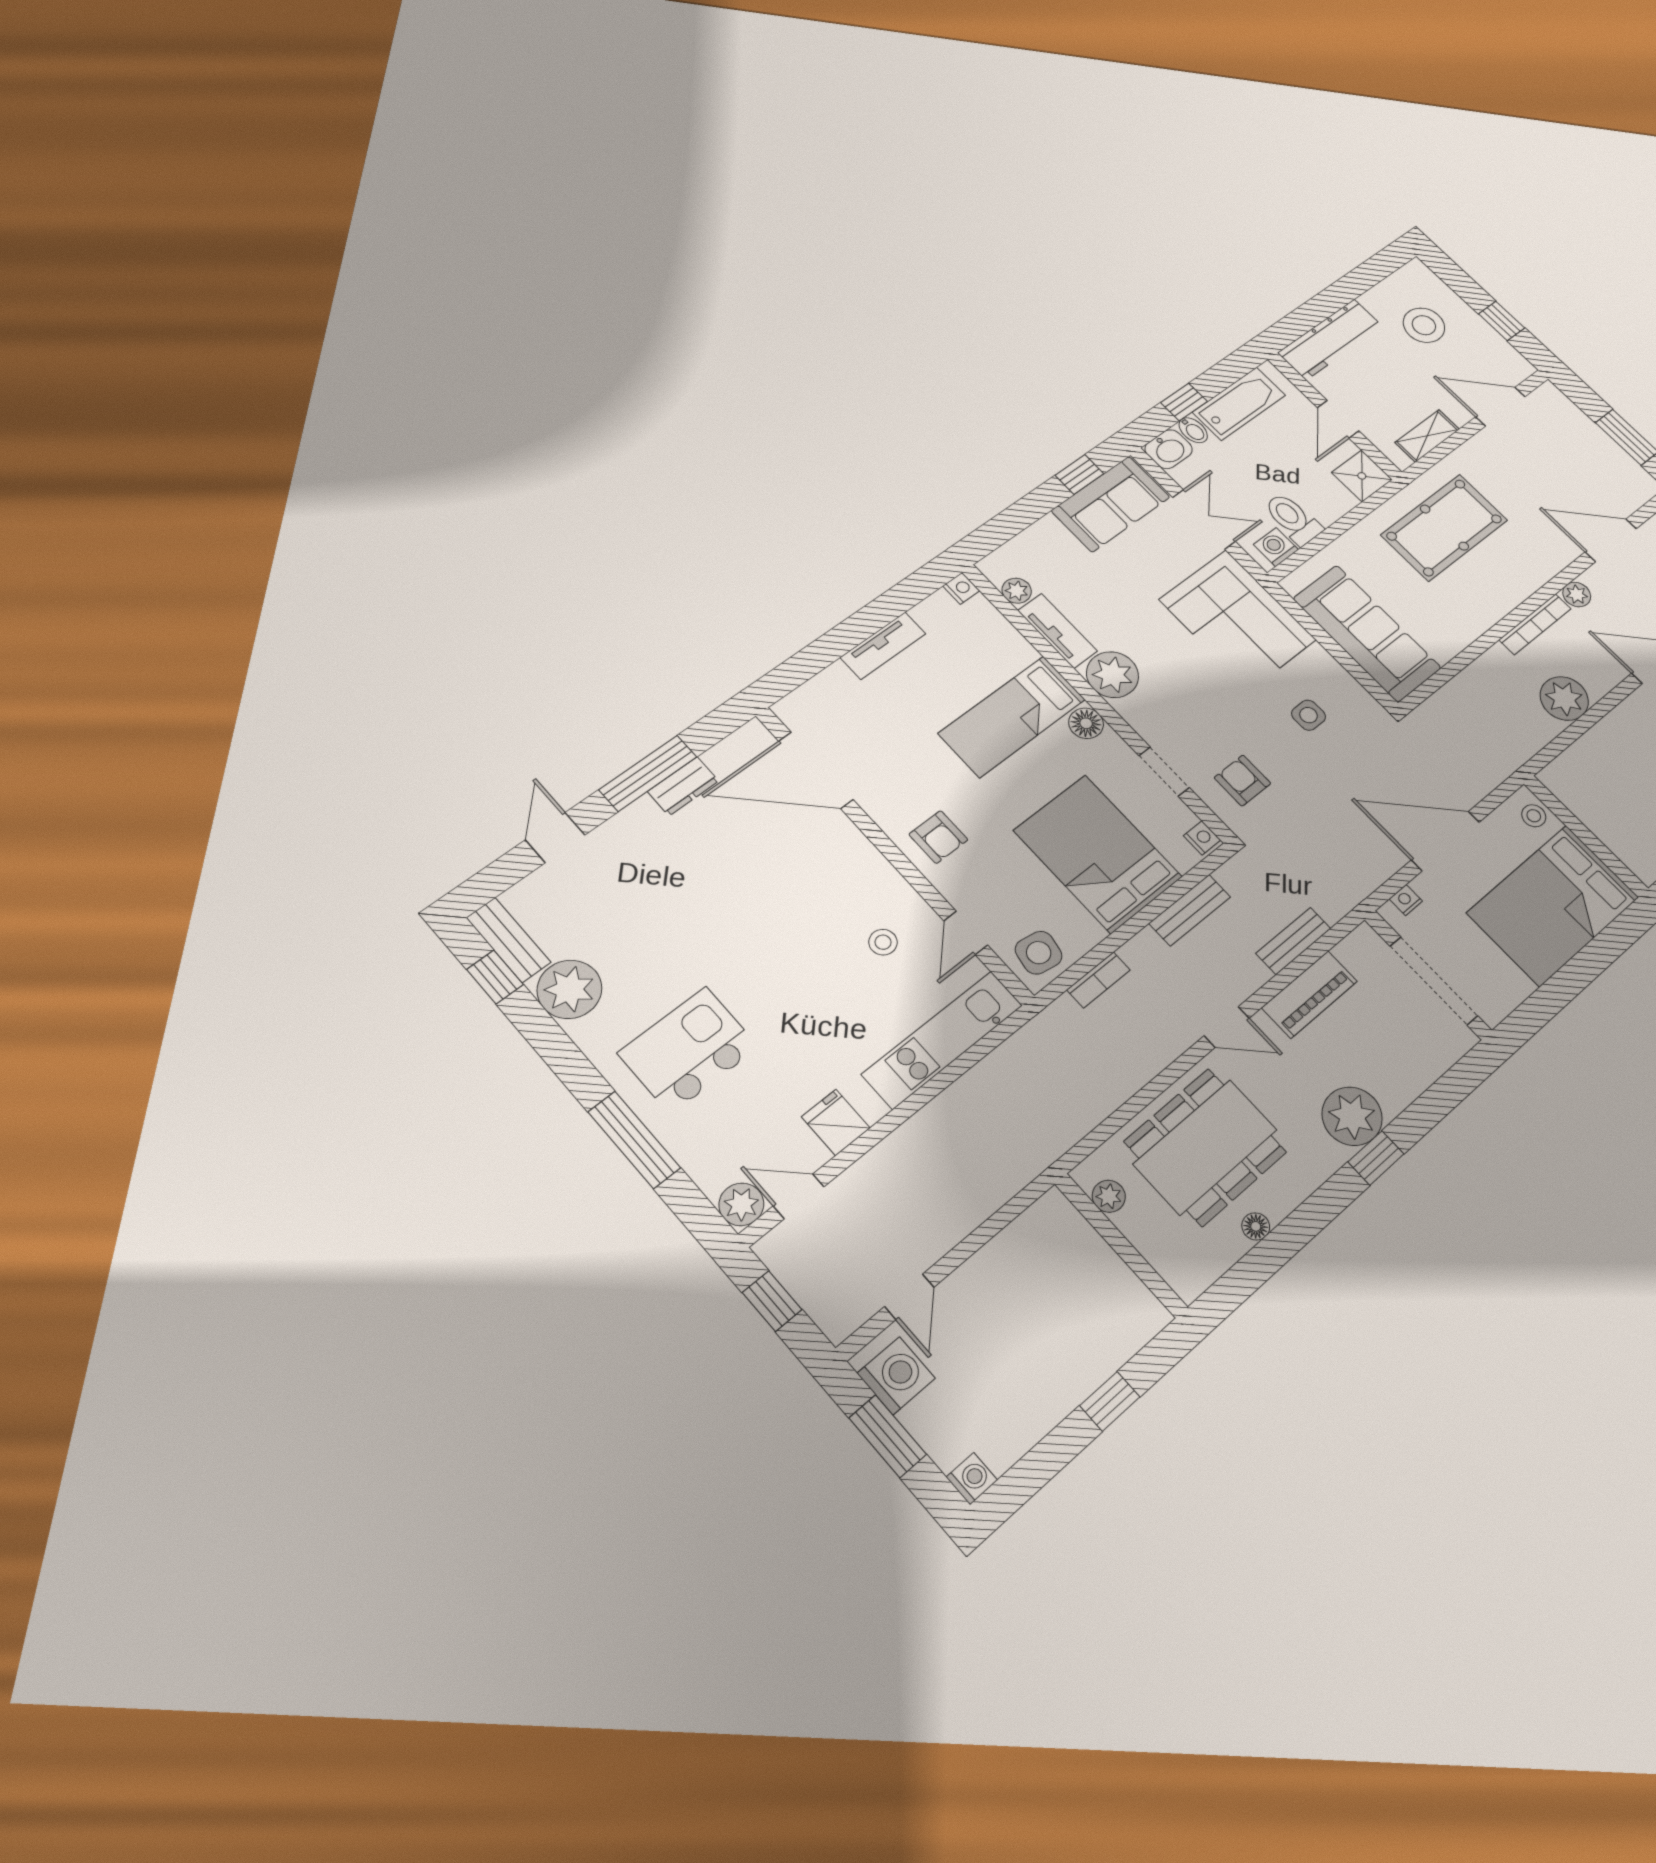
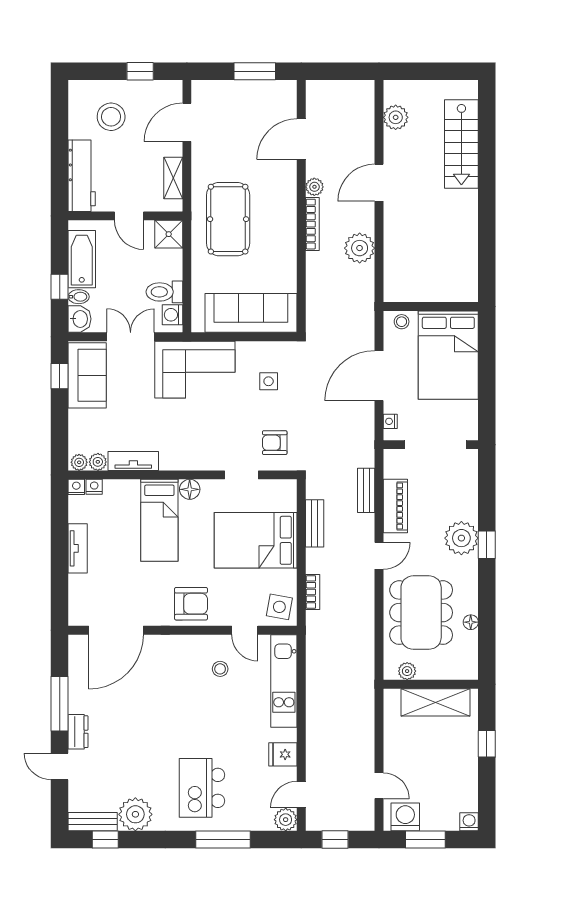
plant: (1113, 675) -> (79, 462), moved, width x0.53, depth x0.53
dresser: (683, 786) -> (78, 732), moved
armchair: (938, 837) -> (191, 604), width x1.38, depth x1.38
nightstand: (1202, 838) -> (94, 487), moved
shelving: (1102, 1274) -> (436, 702), added

